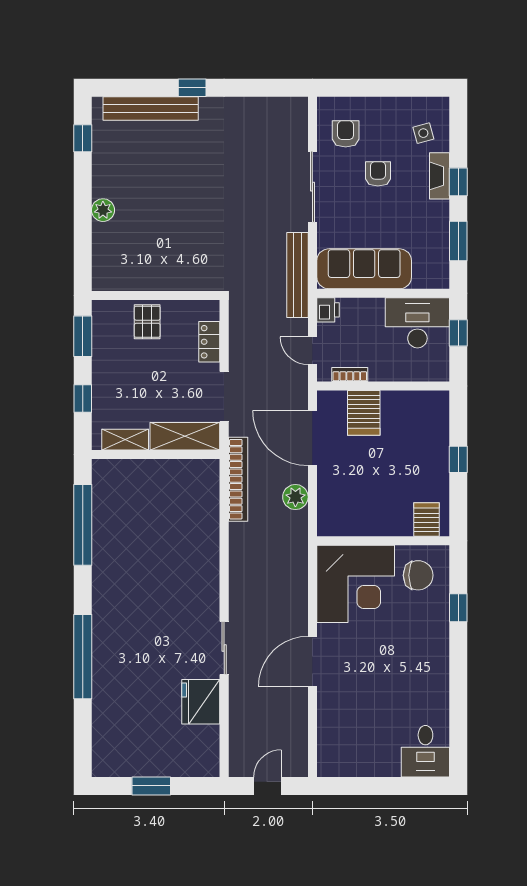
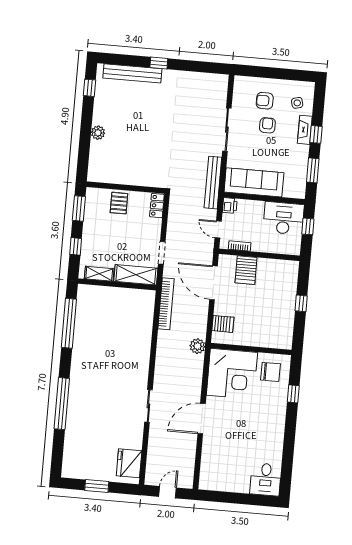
armchair: (346, 134) -> (265, 101), moved, turned -90
locker: (209, 342) -> (157, 206), moved
doorway: (224, 397) -> (162, 253), width x0.73
plant: (295, 497) -> (197, 346), moved
server rack: (427, 519) -> (223, 324), moved, turned 90
fridge: (201, 702) -> (129, 463), moved

